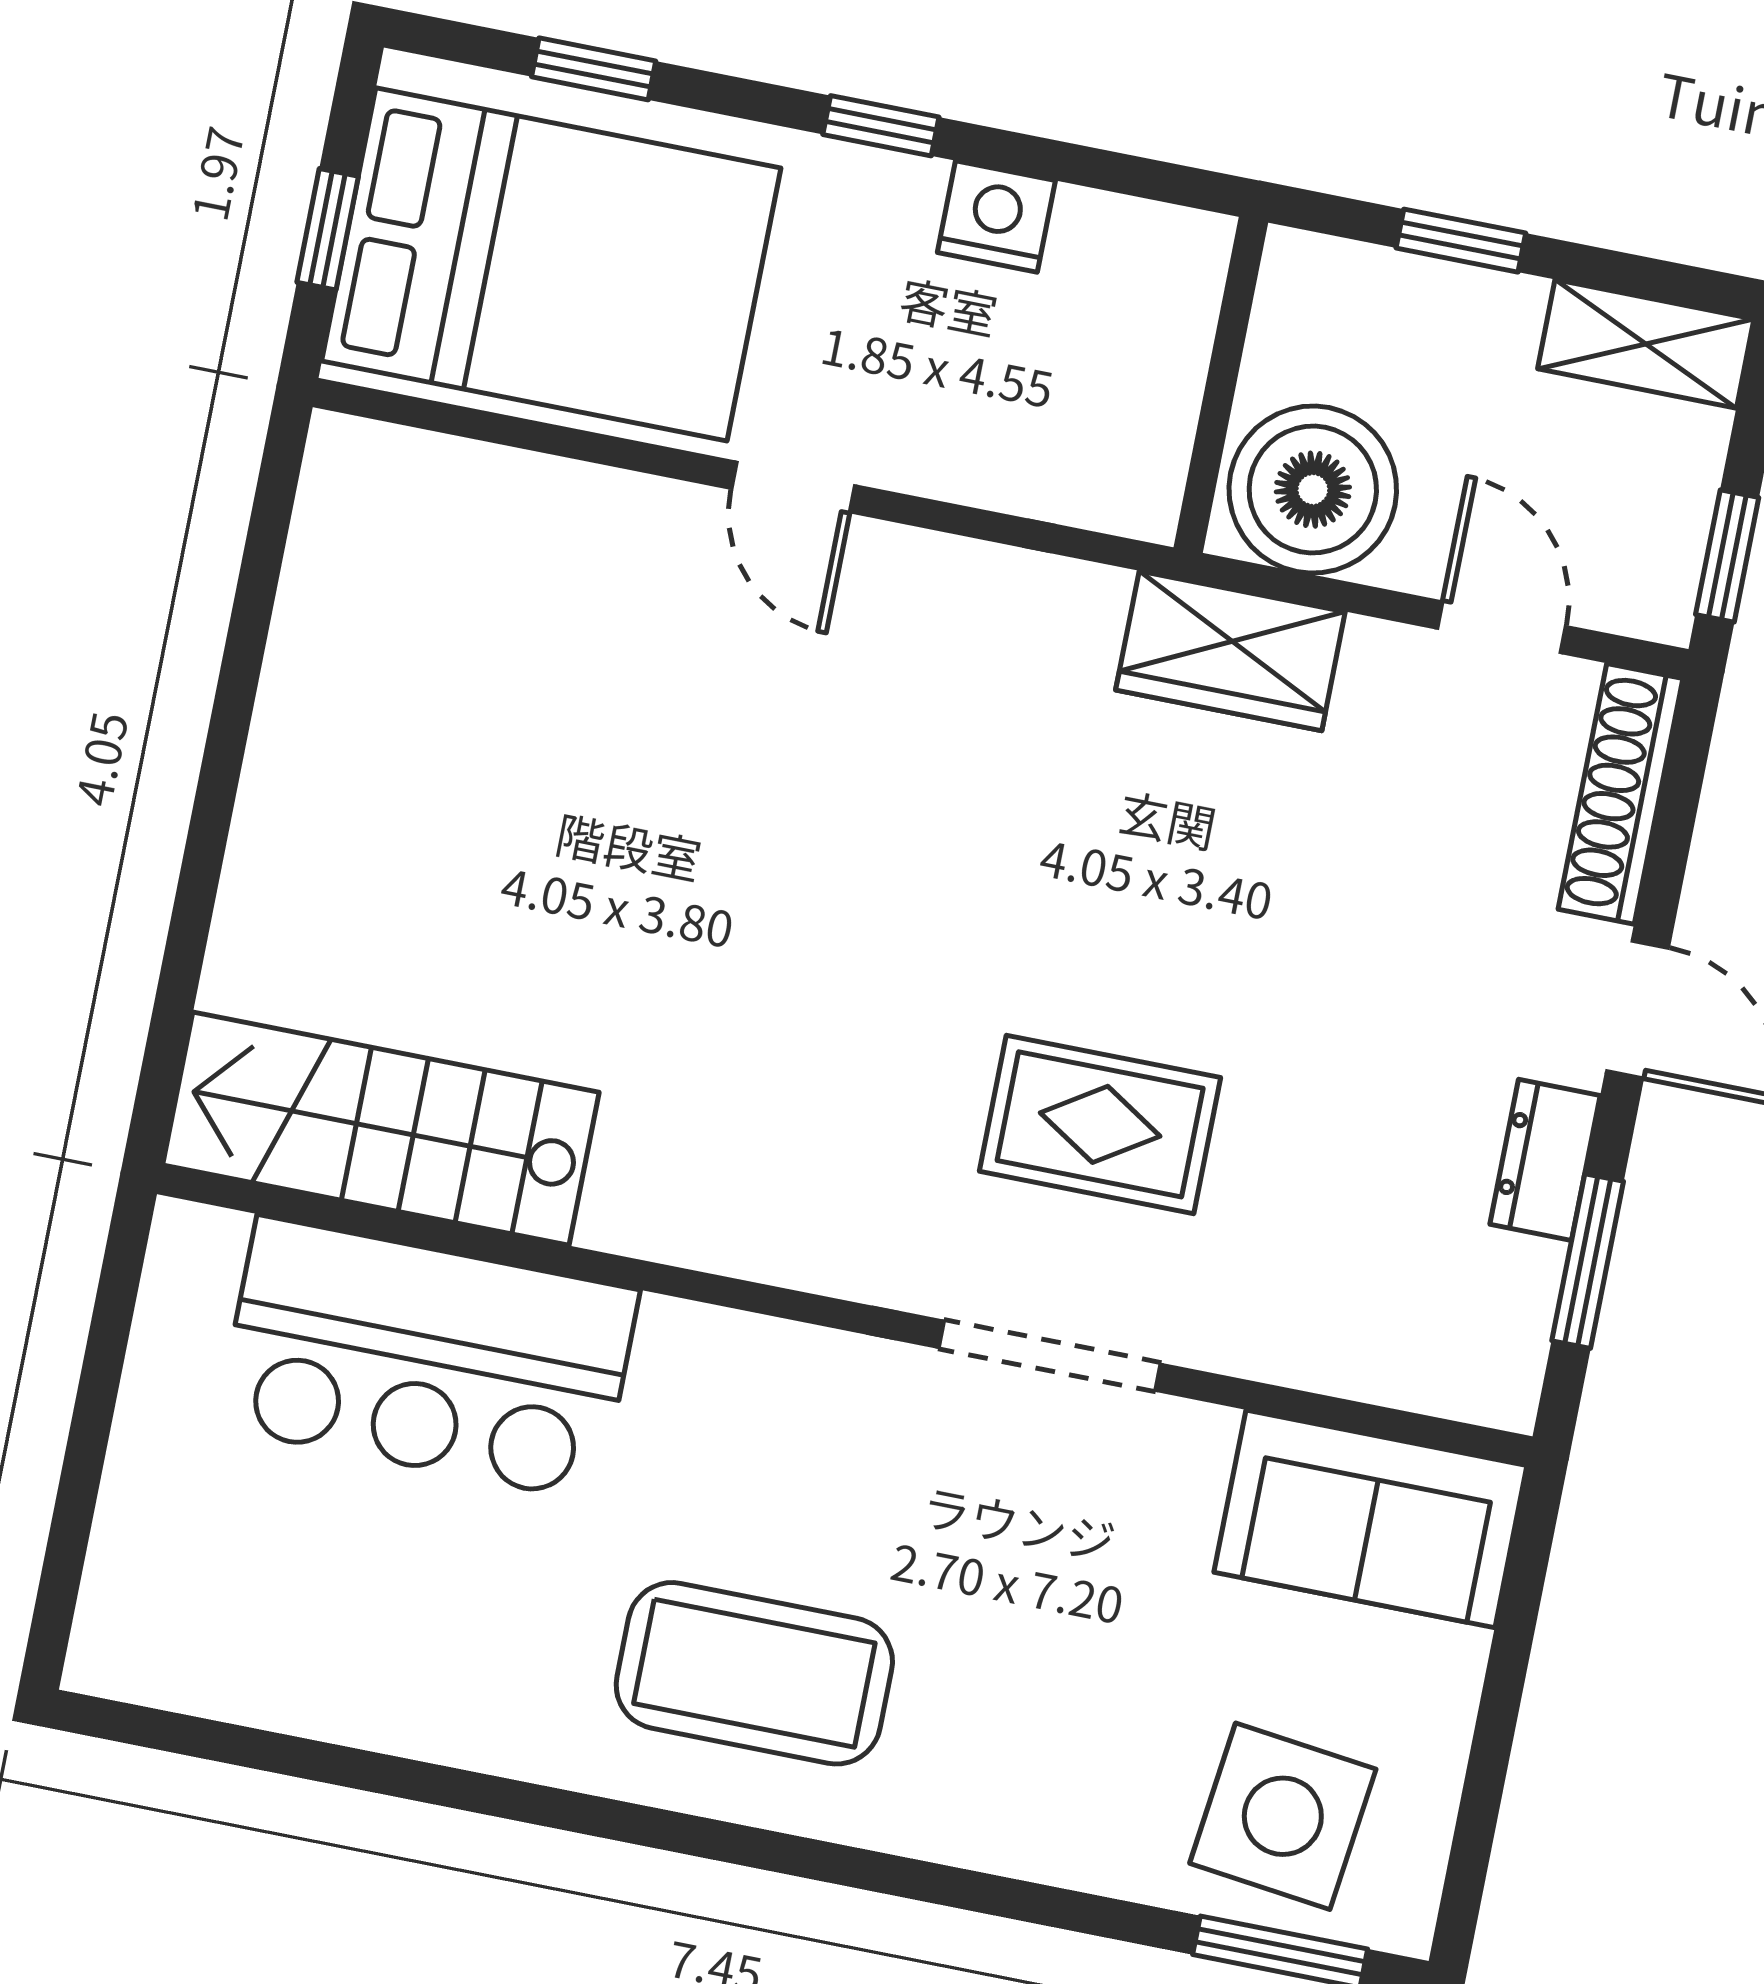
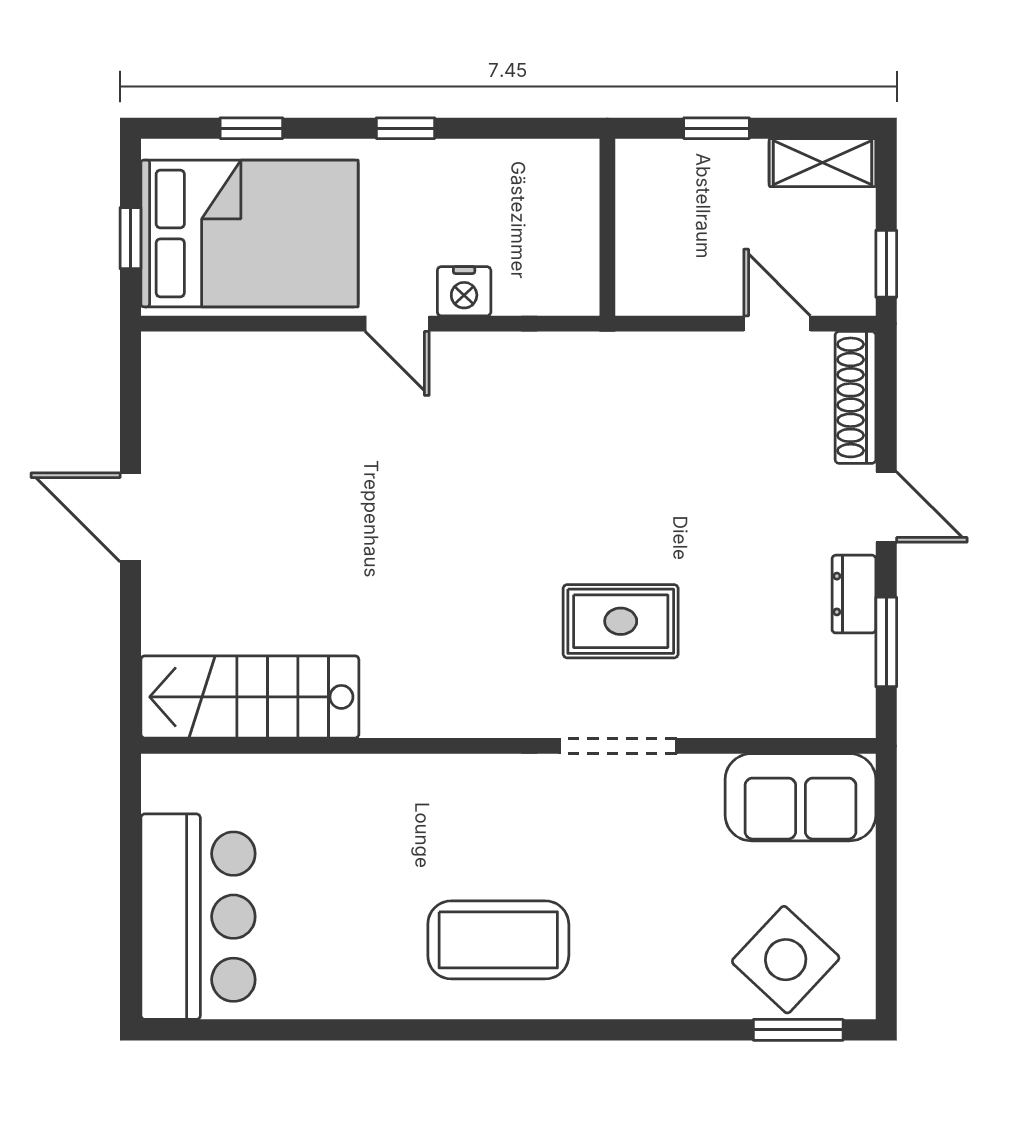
nightstand: (996, 217) -> (464, 291), moved, turned 180
boiler: (1313, 490) -> (666, 272), removed
wardrobe: (1230, 651) -> (640, 363), removed
door: (225, 750) -> (130, 517), added
bar counter: (428, 1358) -> (198, 917), moved, turned -90
side table: (1283, 1816) -> (786, 960), turned 36

